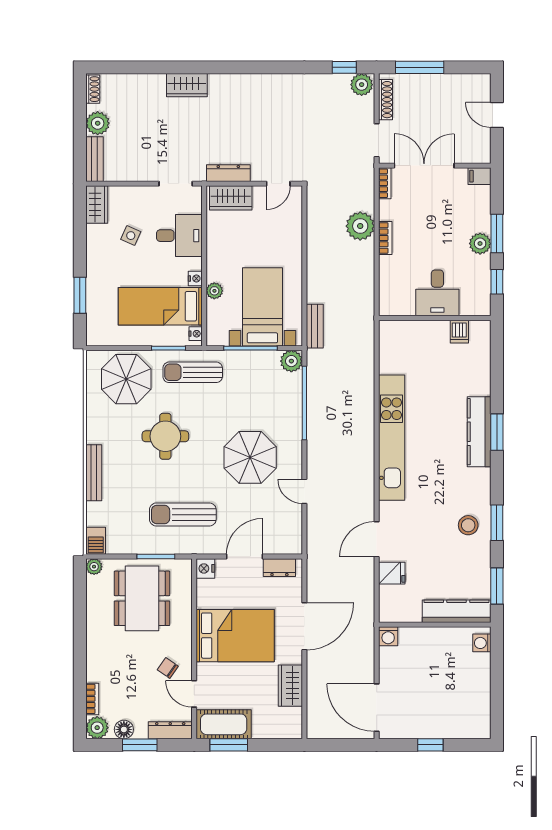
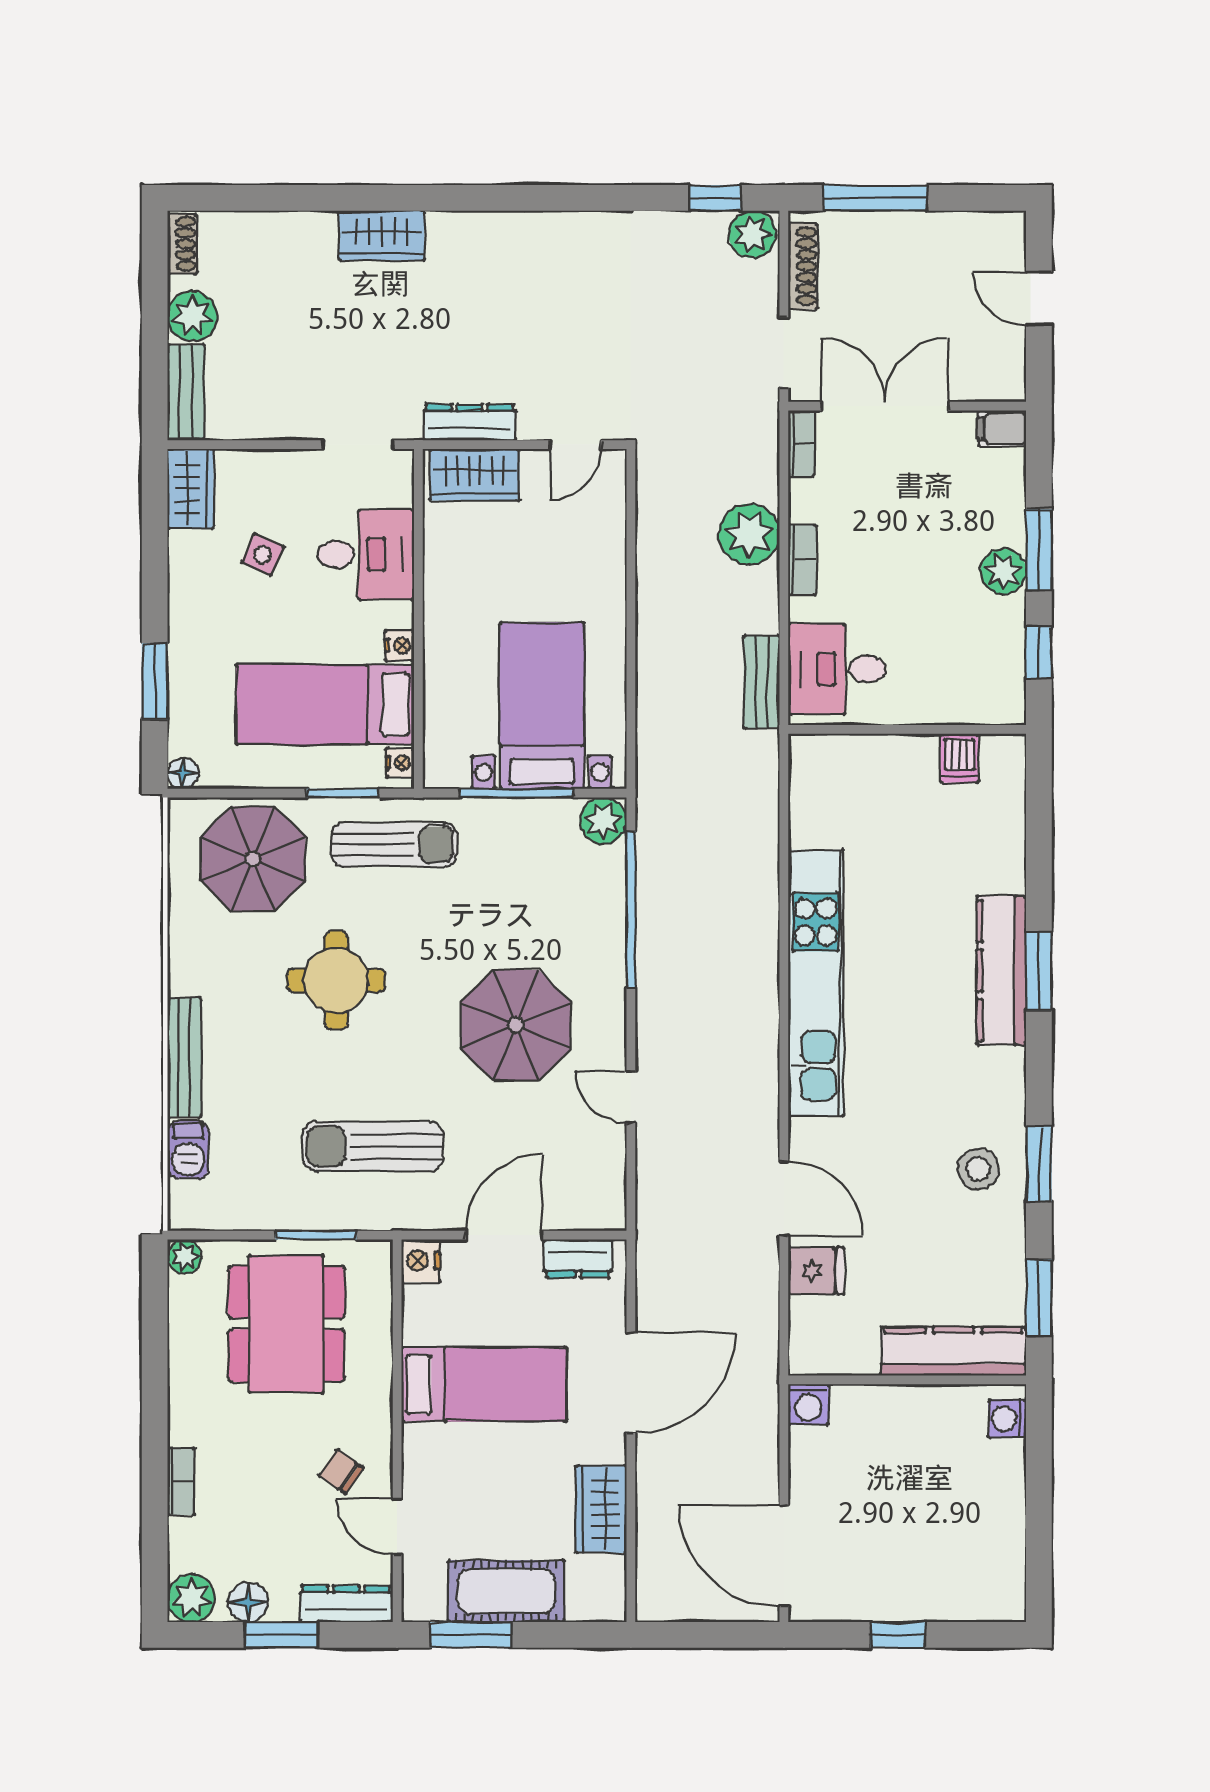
plant: (214, 291) -> (440, 672), removed
desk: (437, 293) -> (837, 669), moved, turned 90
bench: (315, 326) -> (762, 682), moved
floor lamp: (93, 339) -> (183, 773), added
sun lounger: (193, 372) -> (394, 844), turned 180
door: (377, 539) -> (784, 1199), swing flipped
barbecue: (96, 541) -> (188, 1150), moved
bed: (235, 636) -> (484, 1384), width x0.67
bookcase: (92, 699) -> (181, 1481), moved
cot: (224, 724) -> (506, 1591), moved

